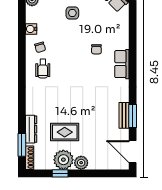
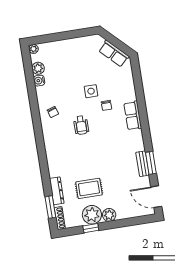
side table: (72, 13) -> (91, 91), moved
water cooler: (31, 29) -> (39, 81), moved
wheelchair: (43, 69) -> (81, 125), moved

